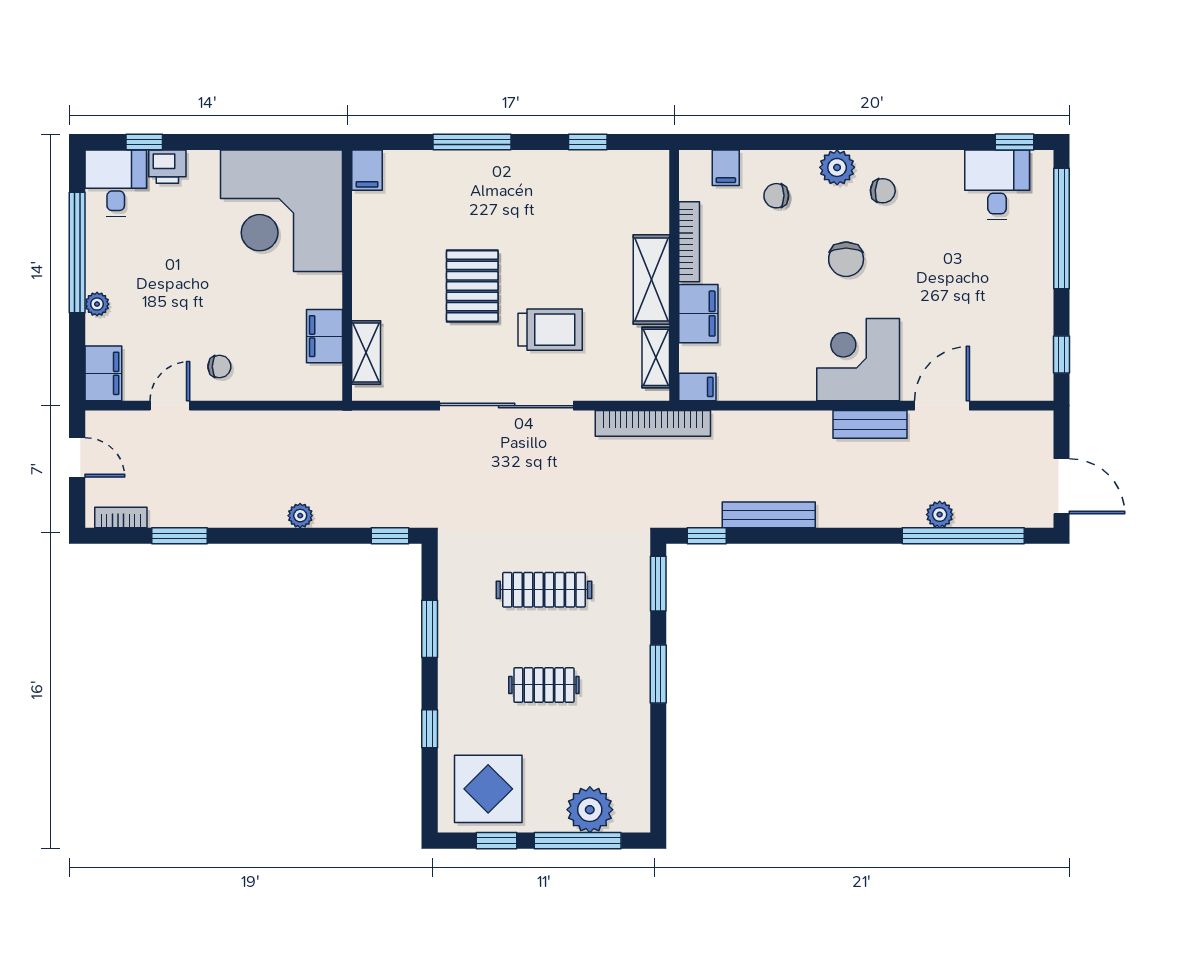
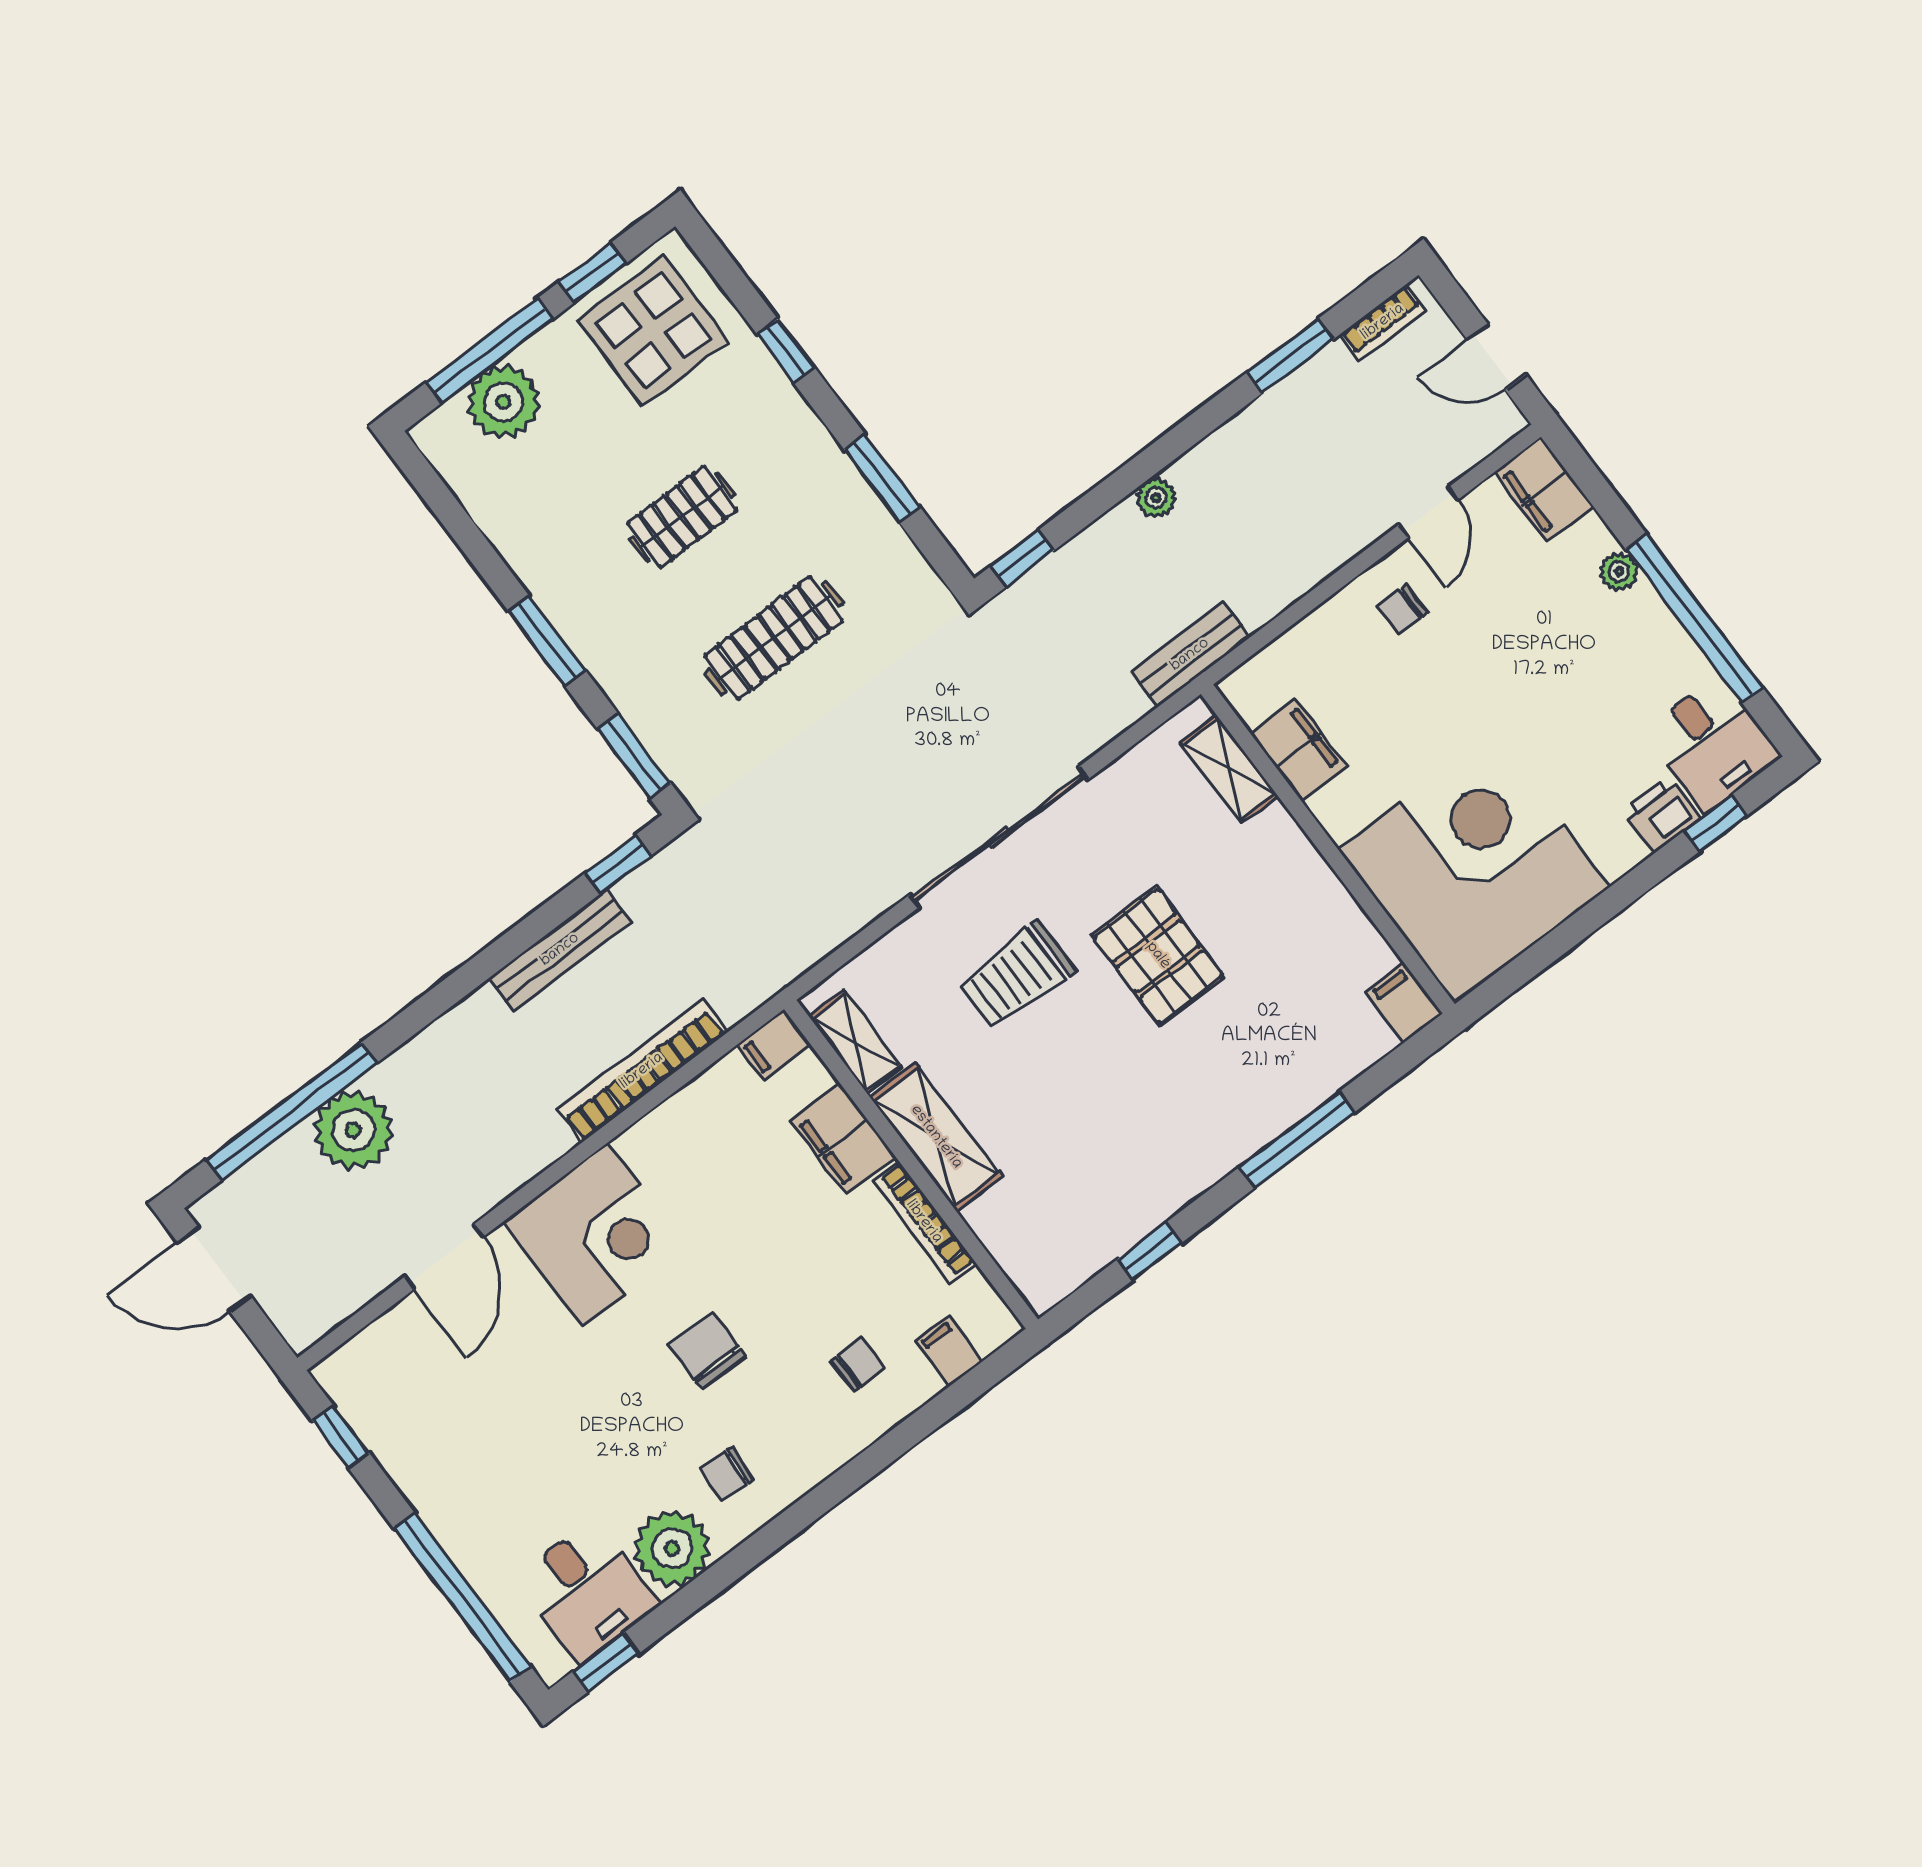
plant: (837, 167) -> (672, 1548), moved, width x1.36, depth x1.36
bookcase: (653, 423) -> (642, 1071), moved
bench: (870, 424) -> (1190, 655), moved
plant: (940, 515) -> (353, 1130), width x1.87, depth x1.87

